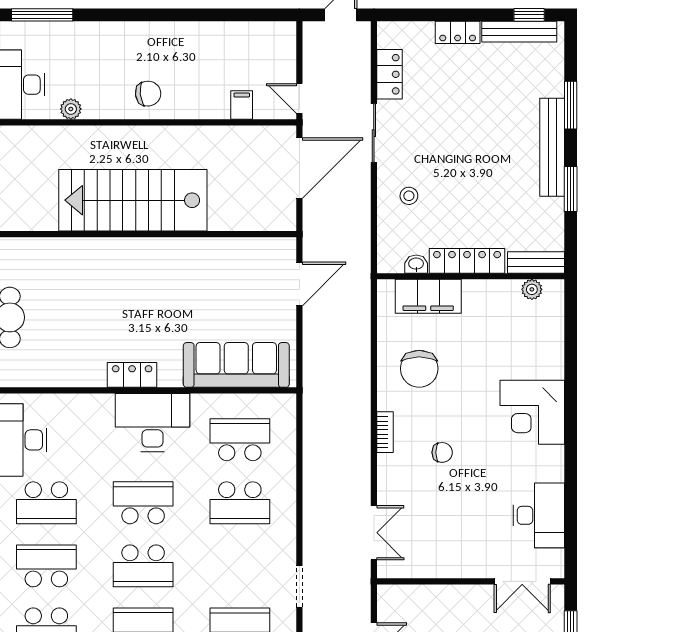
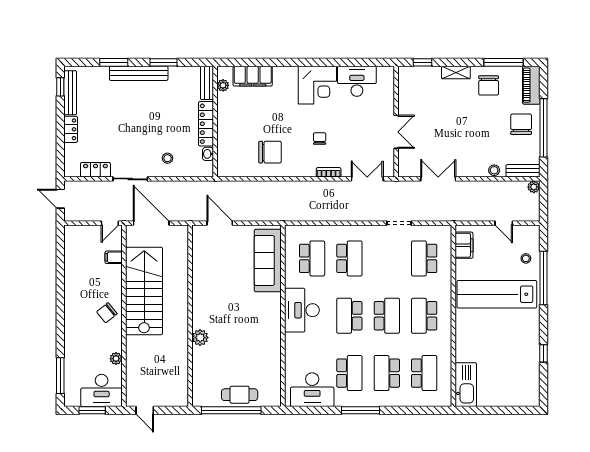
chair: (148, 94) -> (107, 313), turned -123
stairs: (133, 200) -> (144, 291), moved, turned 180
plant: (106, 251) -> (200, 338), added
filing cabinet: (428, 296) -> (253, 76), moved, turned 90
locker: (132, 375) -> (274, 322), removed
corner desk: (532, 412) -> (317, 85), moved
bookcase: (385, 432) -> (329, 172), moved
school desk: (240, 440) -> (312, 258), turned 180
double door: (522, 581) -> (396, 132), moved

